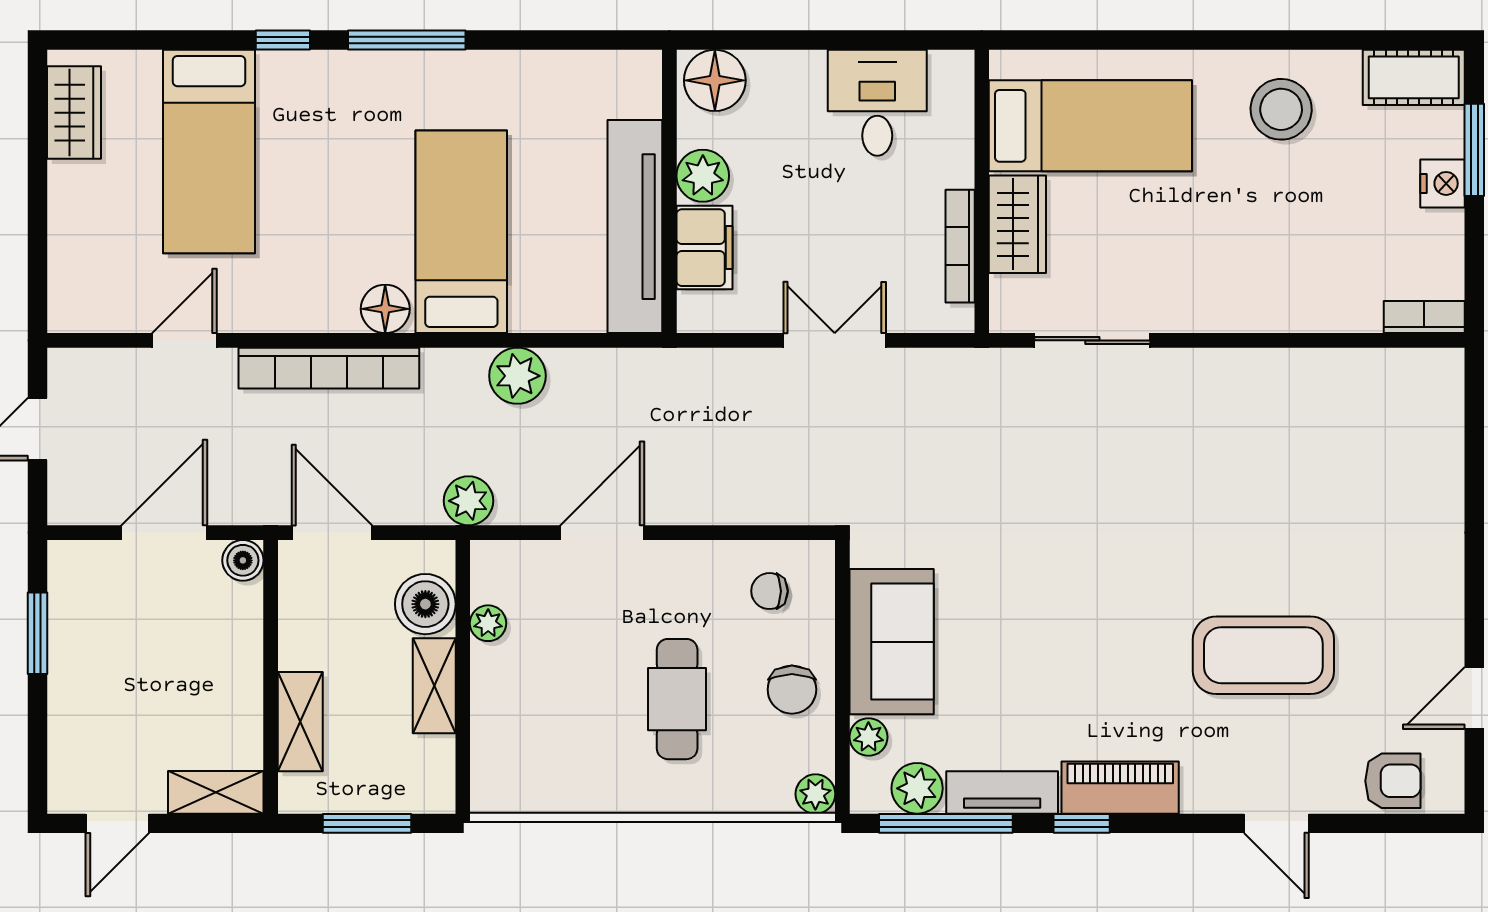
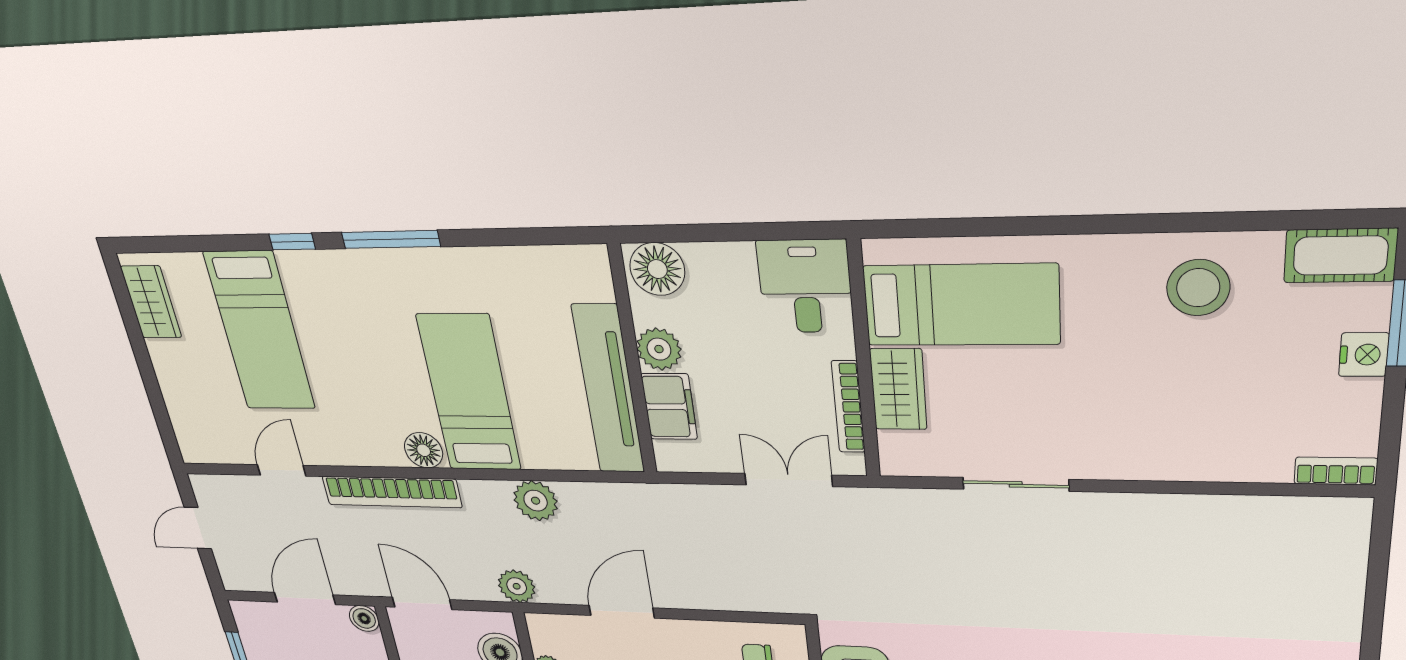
bed: (1090, 126) -> (961, 305), moved
wall: (982, 191) -> (864, 362), moved
wardrobe: (1017, 224) -> (898, 389), moved
bookcase: (960, 246) -> (848, 407), moved

